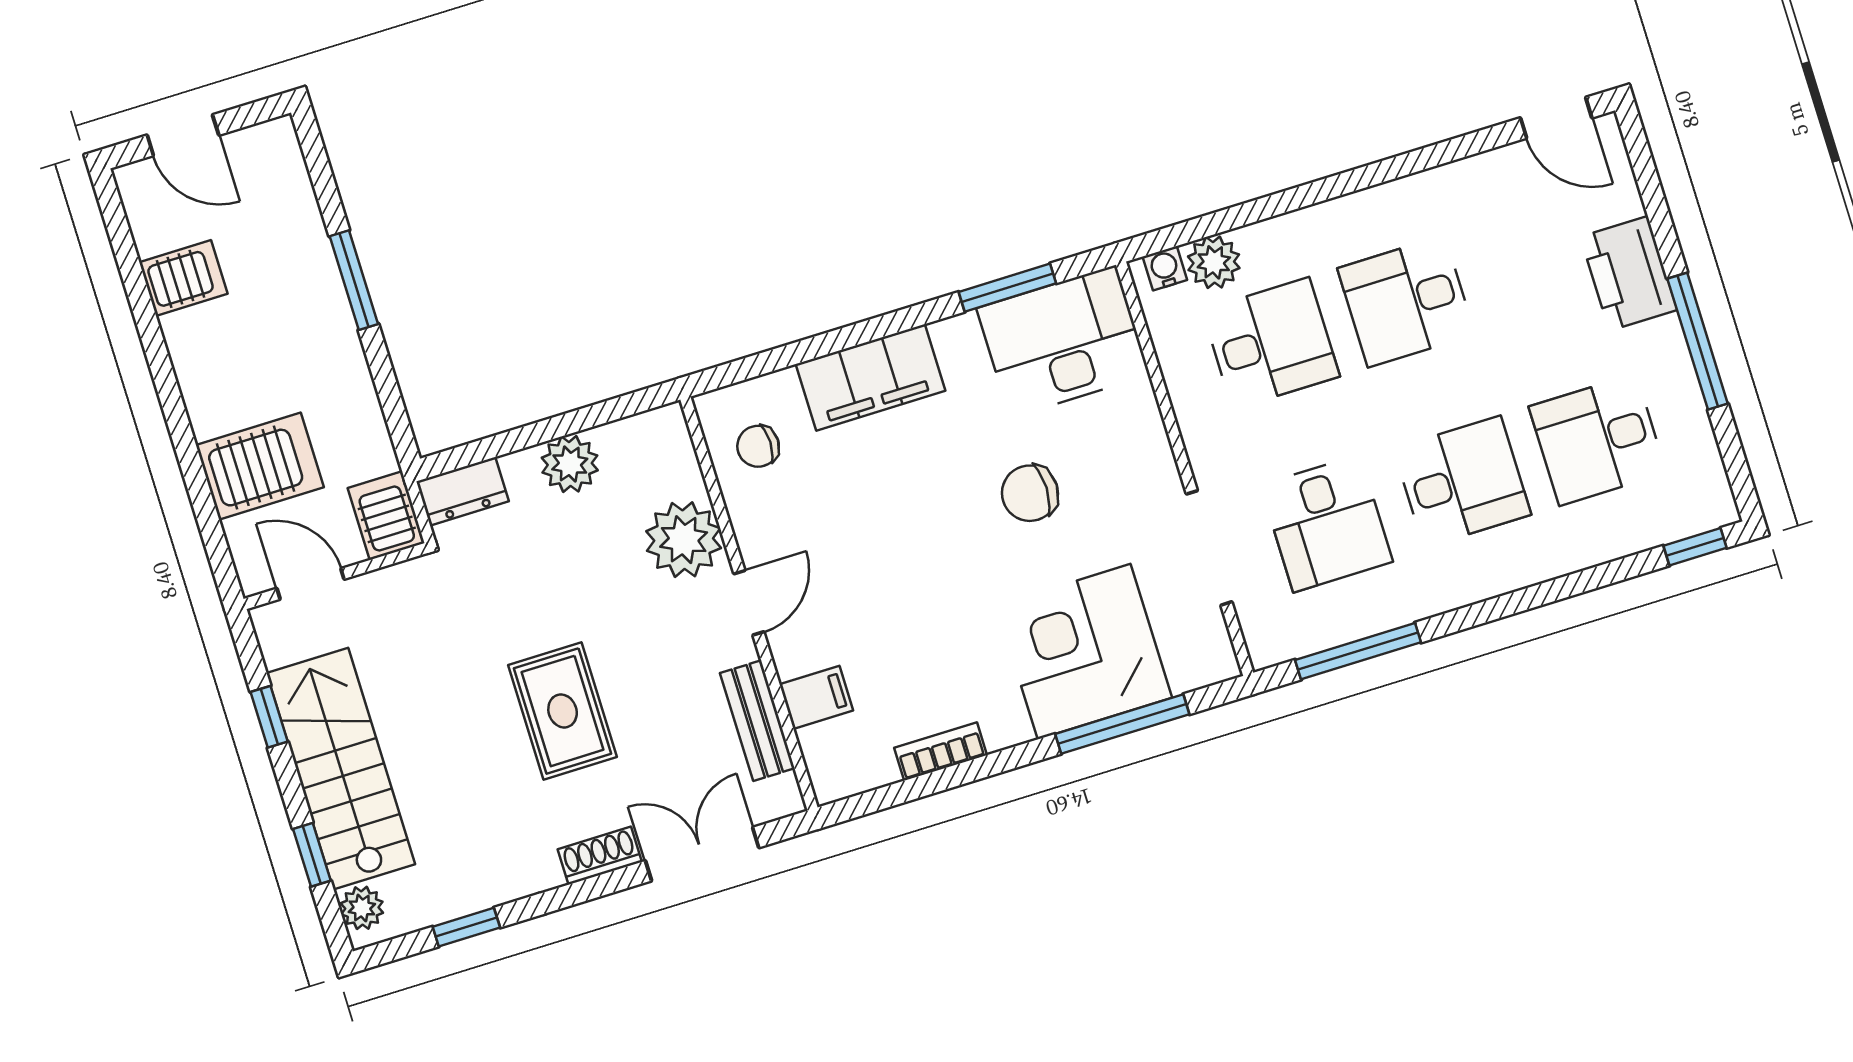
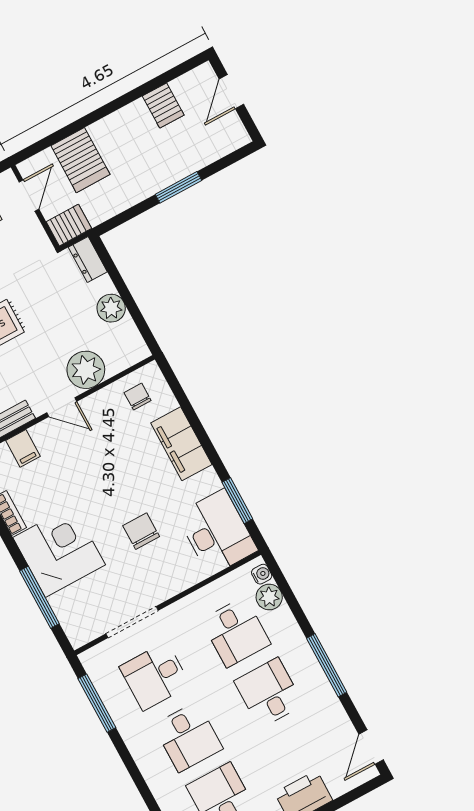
window: (1374, 174) -> (327, 665), added
corner desk: (1084, 652) -> (59, 551), moved

